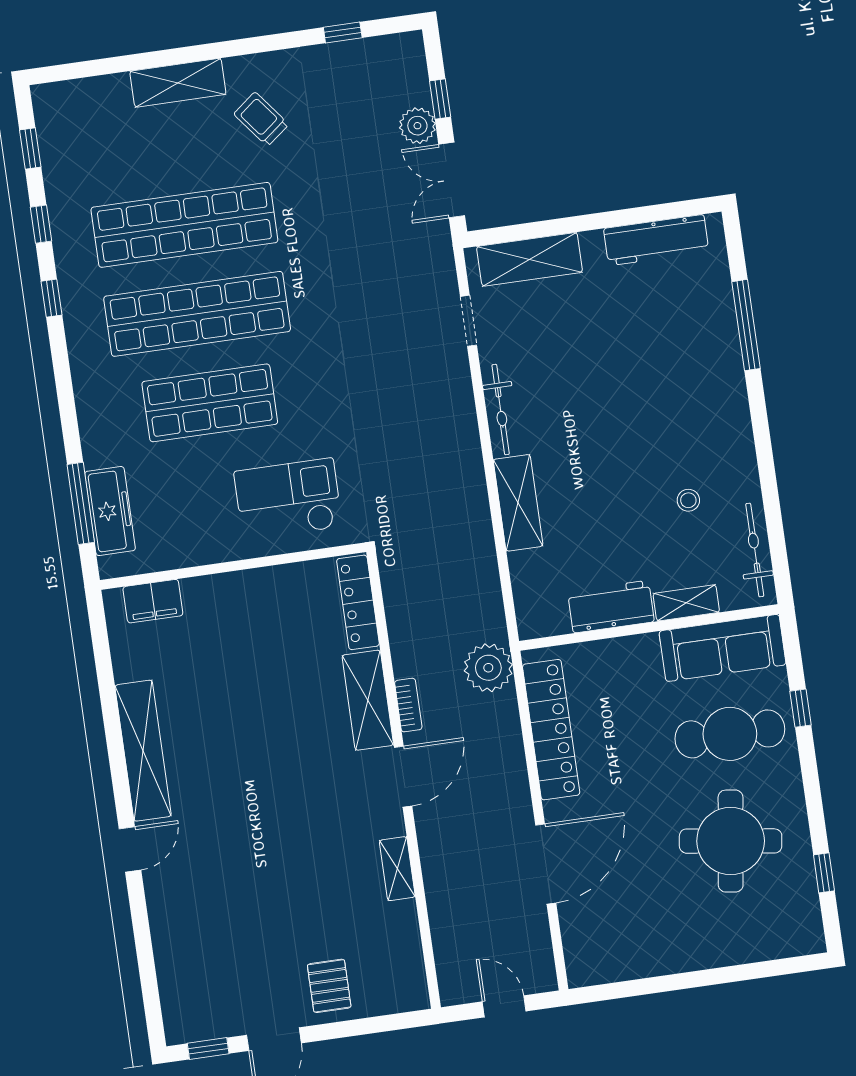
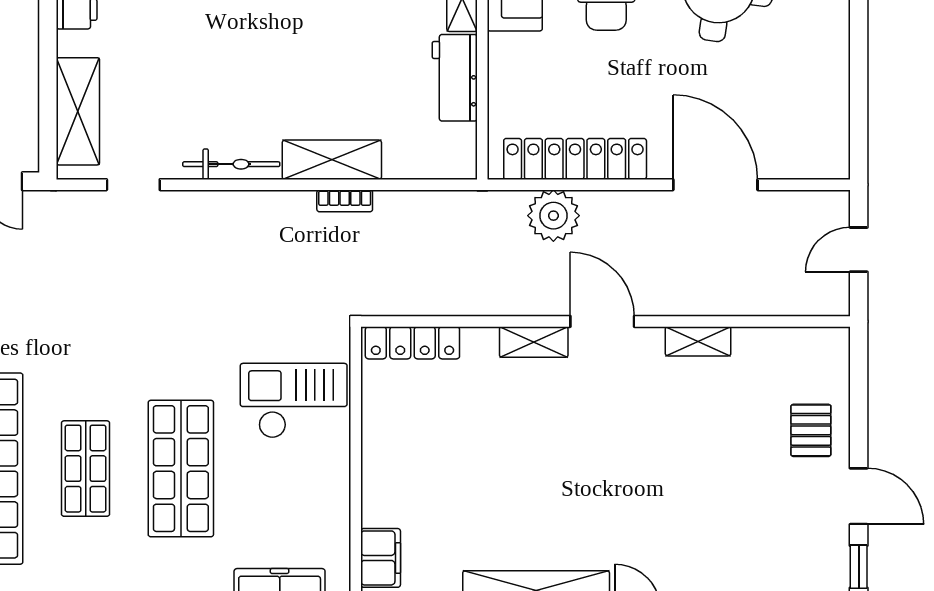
shop shelf: (197, 314) -> (86, 469), width x0.50, depth x0.74
checkout: (288, 499) -> (294, 401), turned 90
plant: (488, 668) -> (553, 216), moved
shelving: (368, 700) -> (534, 342), width x0.67, depth x0.75
bookcase: (408, 705) -> (345, 201), moved, turned 180
pallet: (329, 986) -> (811, 430), turned 90

